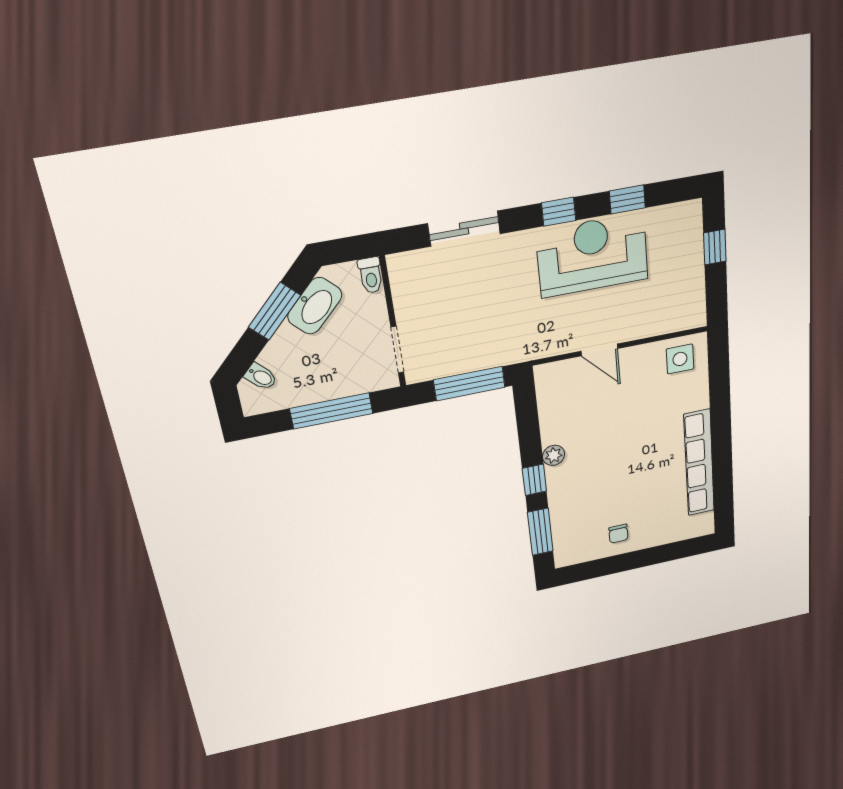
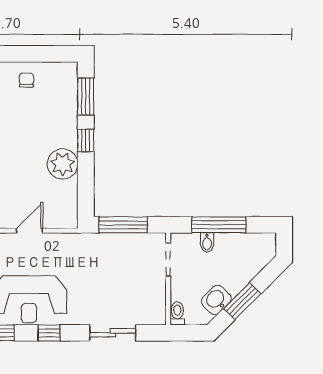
washbasin: (315, 306) -> (216, 300), width x0.72
door: (599, 350) -> (29, 231), hinge flipped
bidet: (261, 377) -> (207, 242), moved, turned -135
plant: (554, 455) -> (63, 164), width x1.87, depth x1.87

